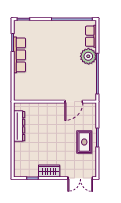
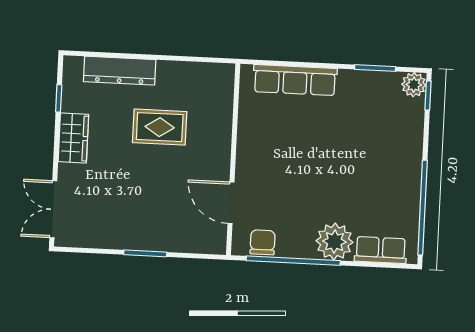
plant: (19, 25) -> (414, 85), added
row of seats: (20, 55) -> (295, 80), moved
chair: (90, 87) -> (263, 242), added
dresser: (19, 126) -> (120, 71), moved
rug: (84, 142) -> (160, 127), moved

